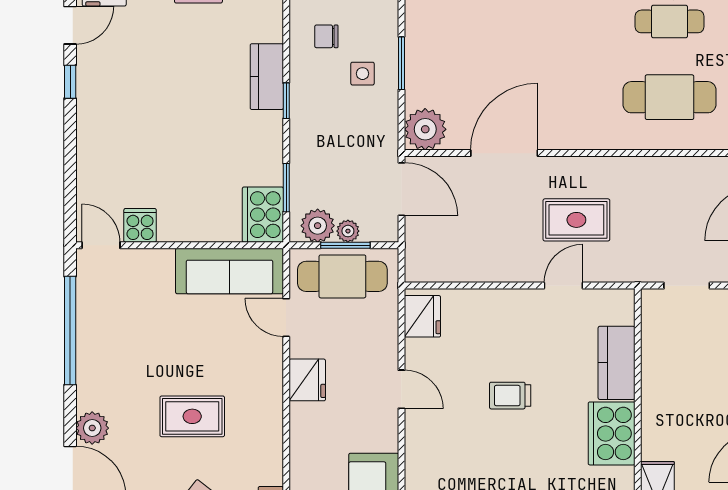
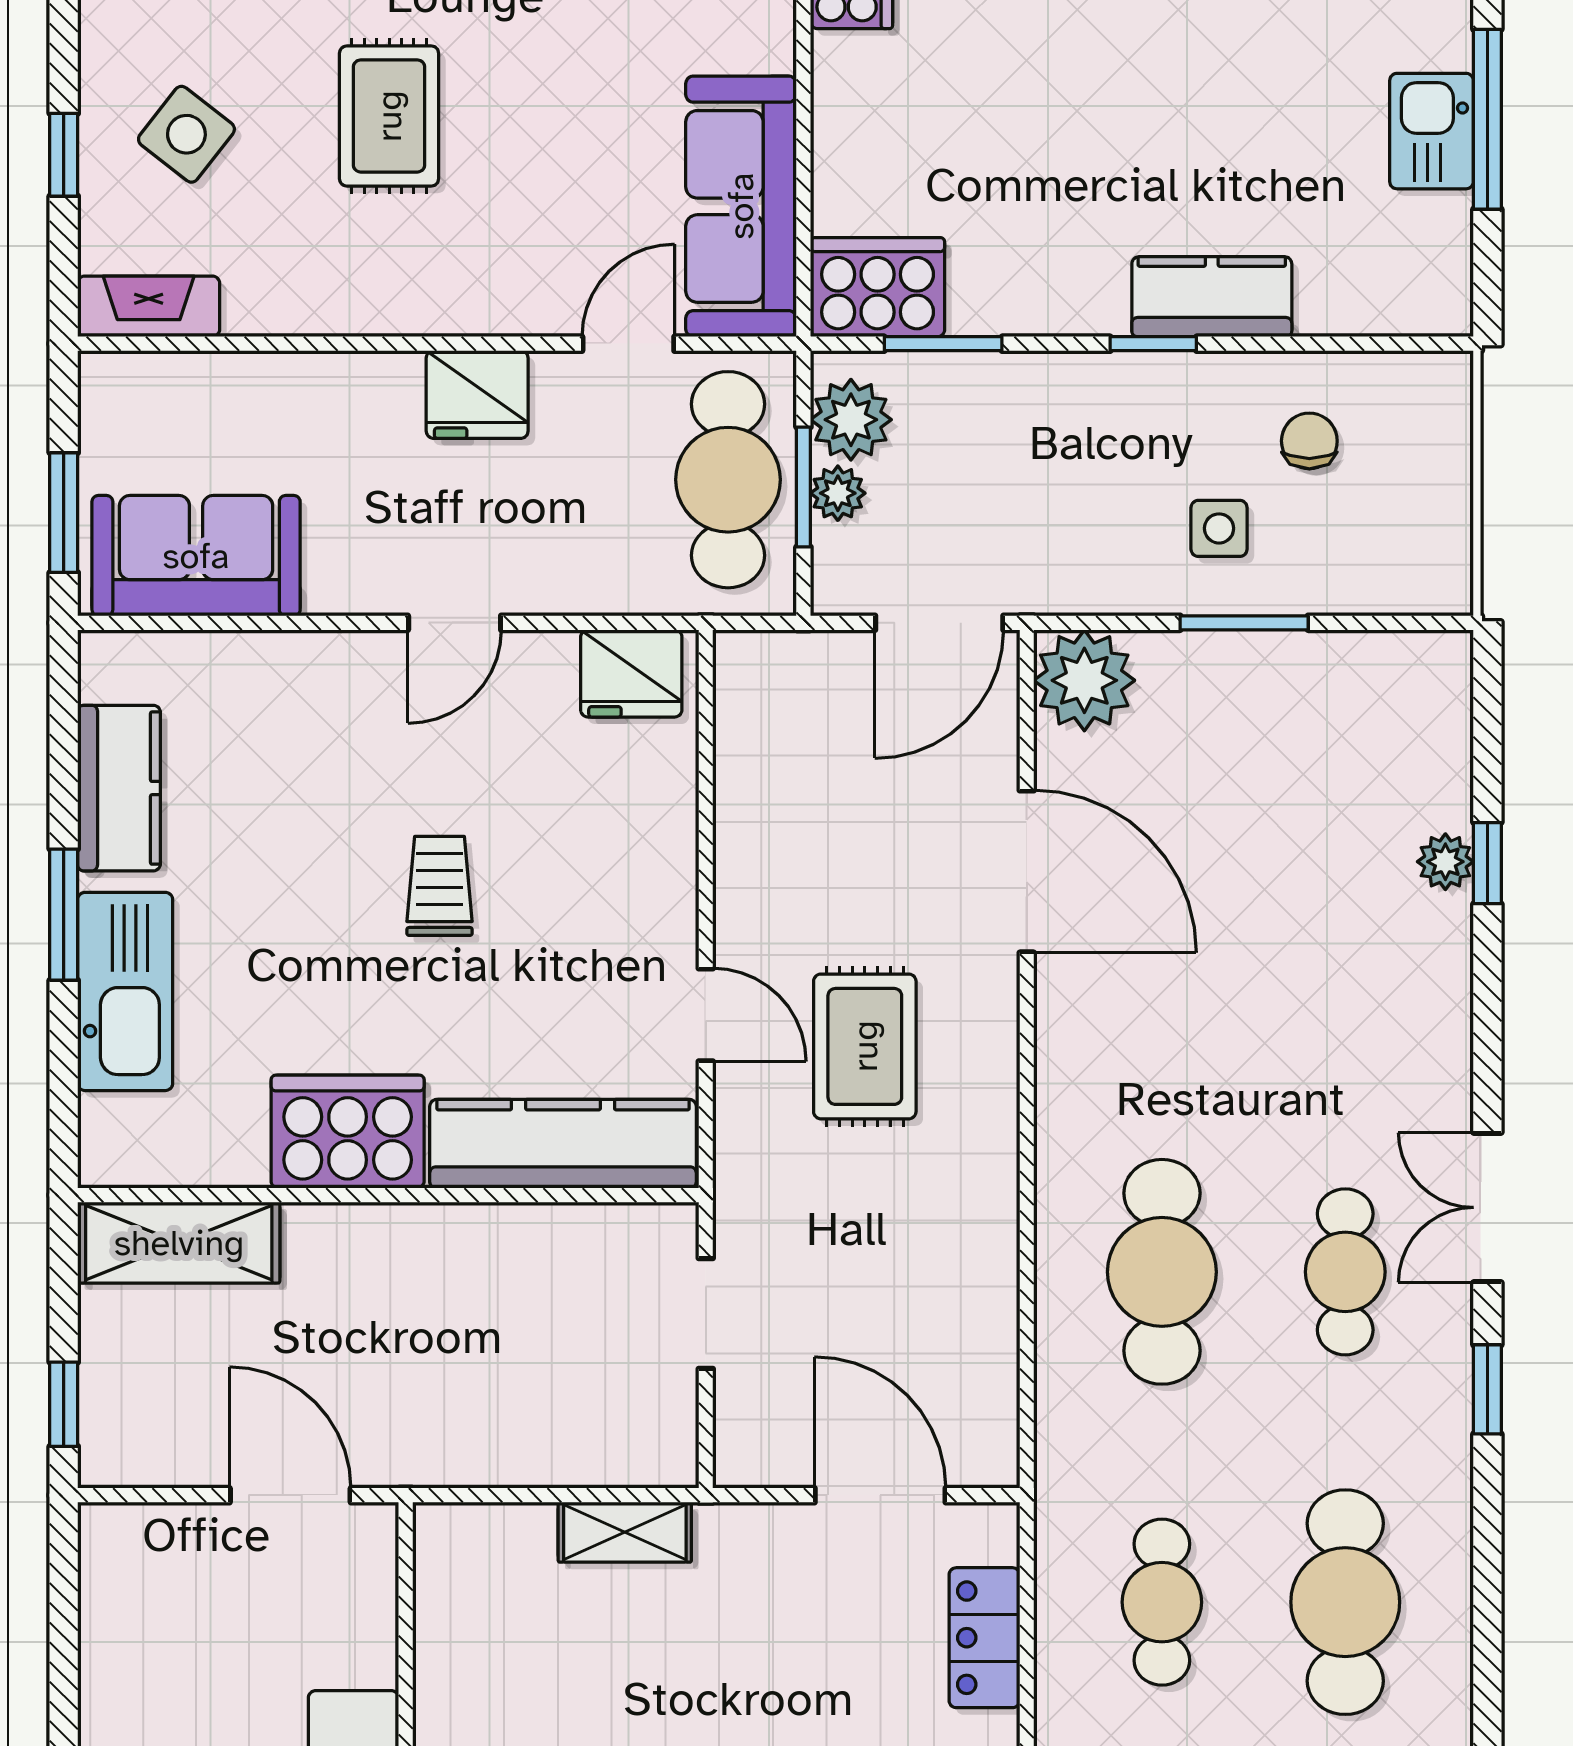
kitchen counter: (617, 363) -> (563, 1144), width x1.50

